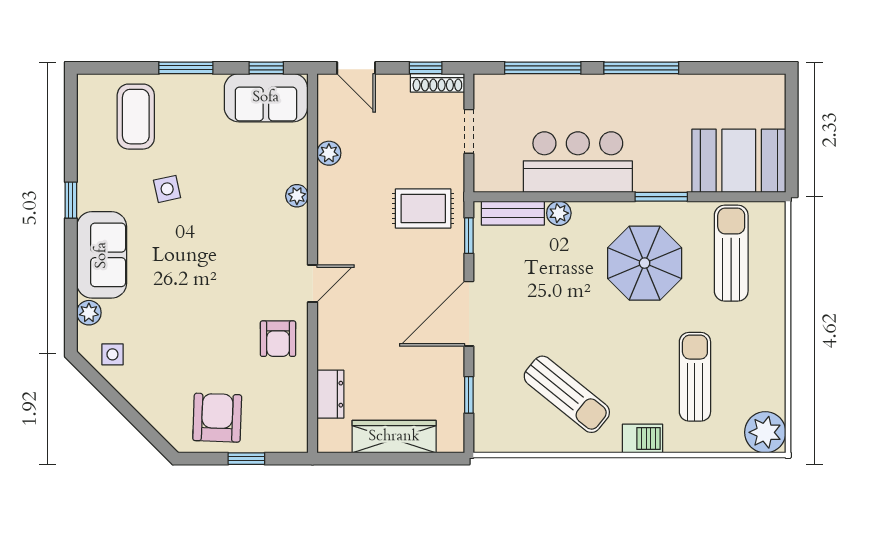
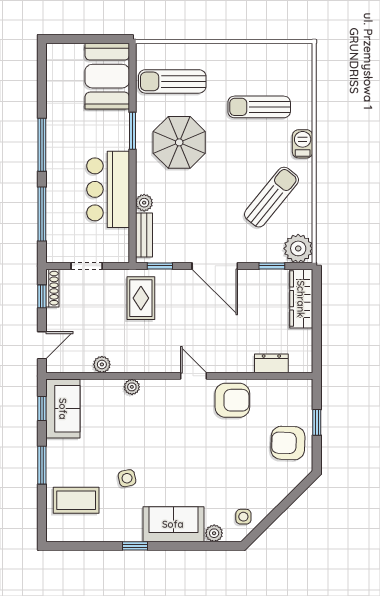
armchair: (278, 339) -> (232, 400), width x1.38, depth x1.38
plant: (765, 432) -> (298, 248), moved
wardrobe: (394, 437) -> (301, 299), moved

